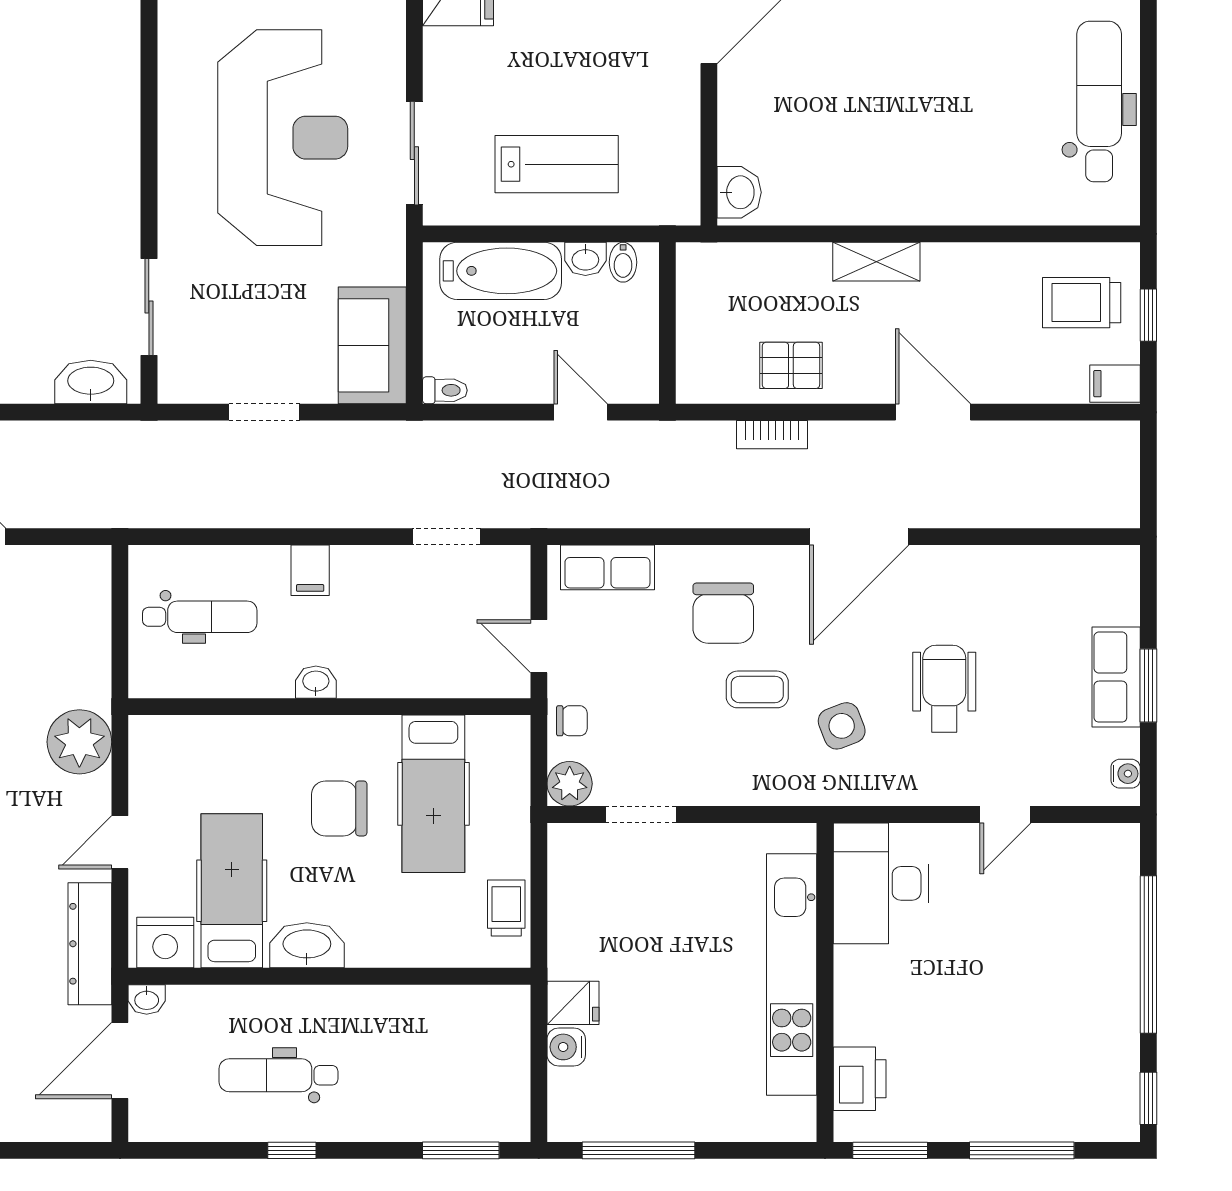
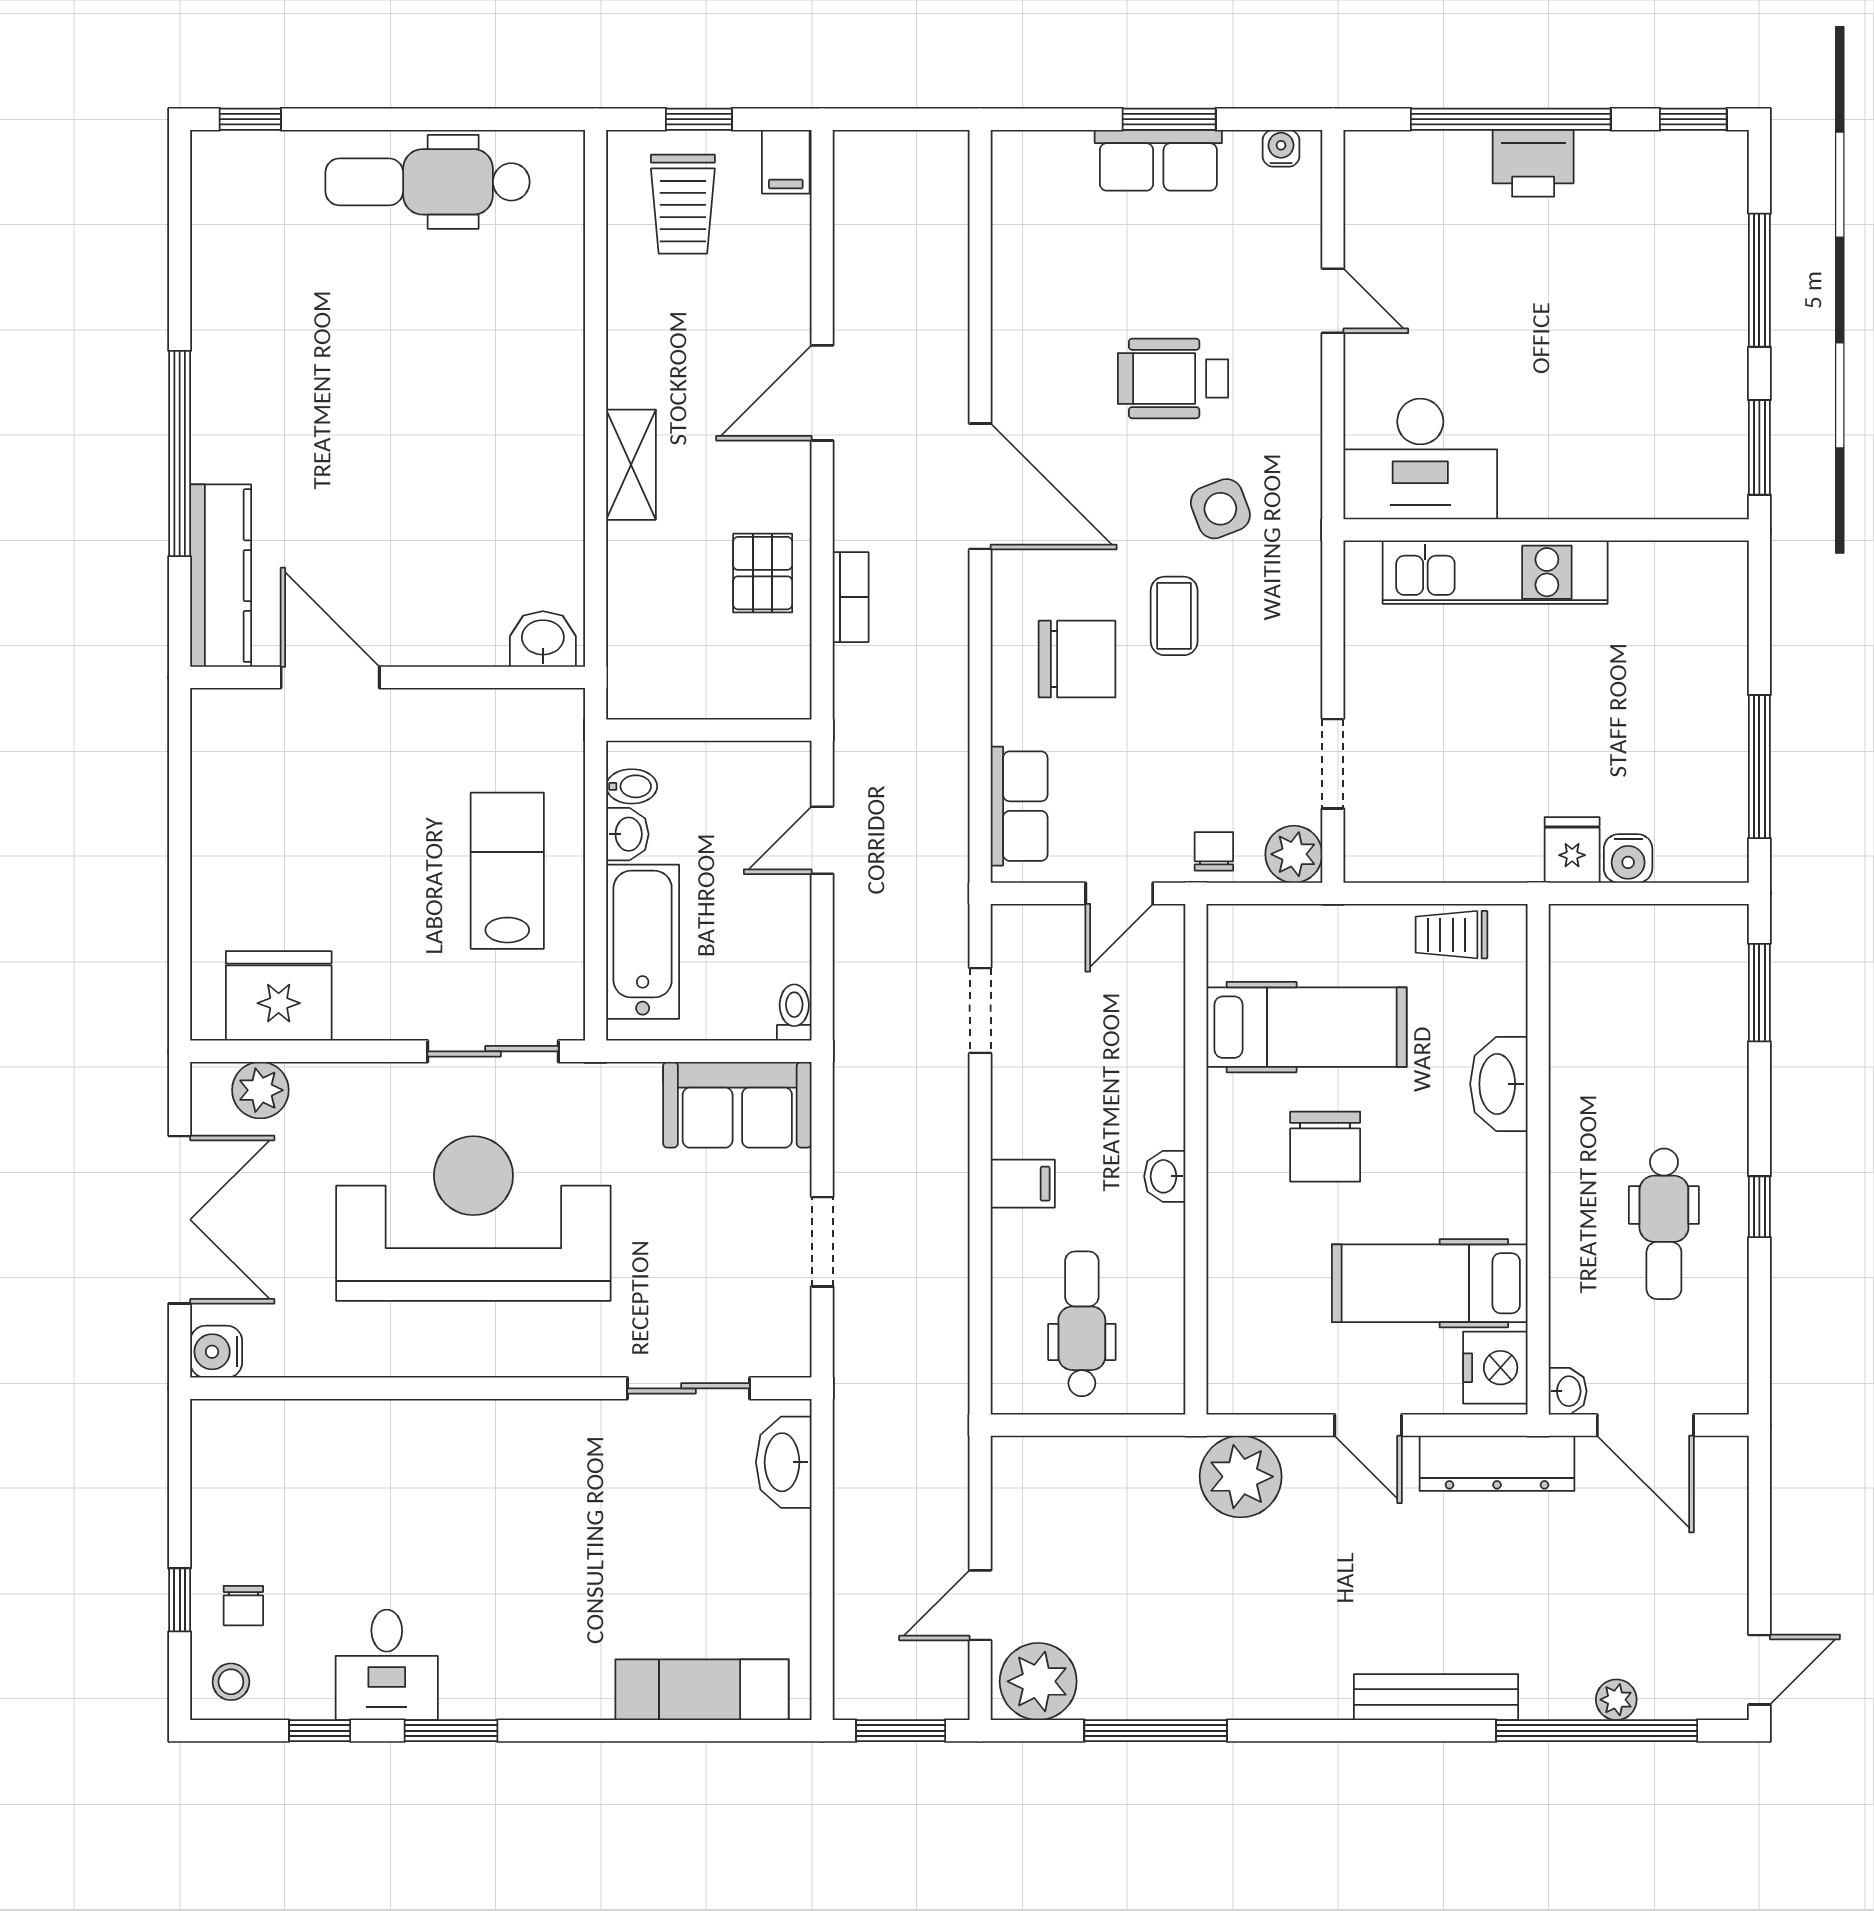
washbasin: (307, 945) -> (1499, 1084), moved
kitchen unit: (792, 975) -> (1495, 572), width x0.73
printer: (860, 1079) -> (1533, 163), moved, turned 180

